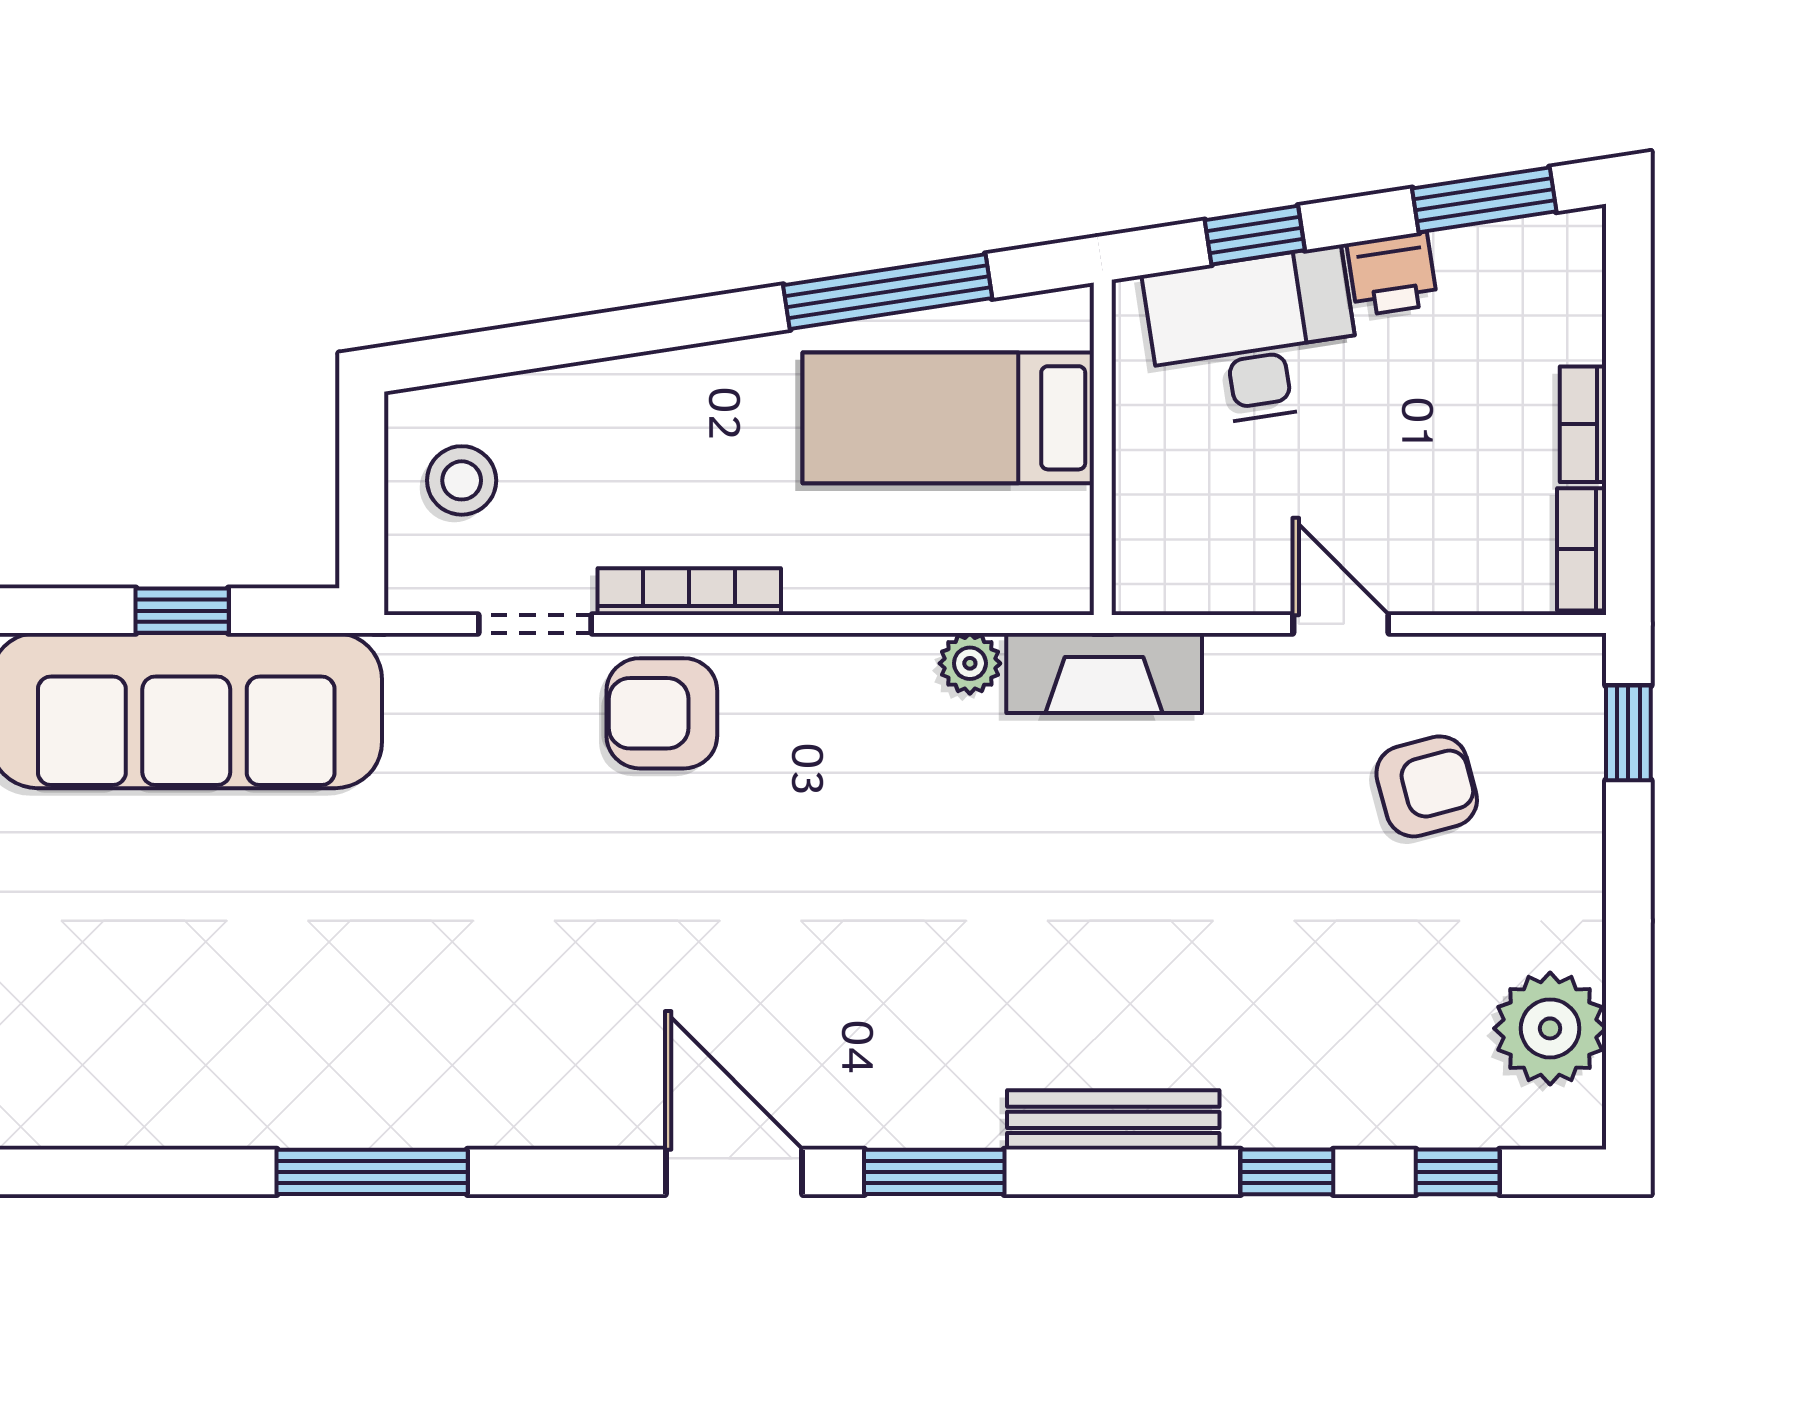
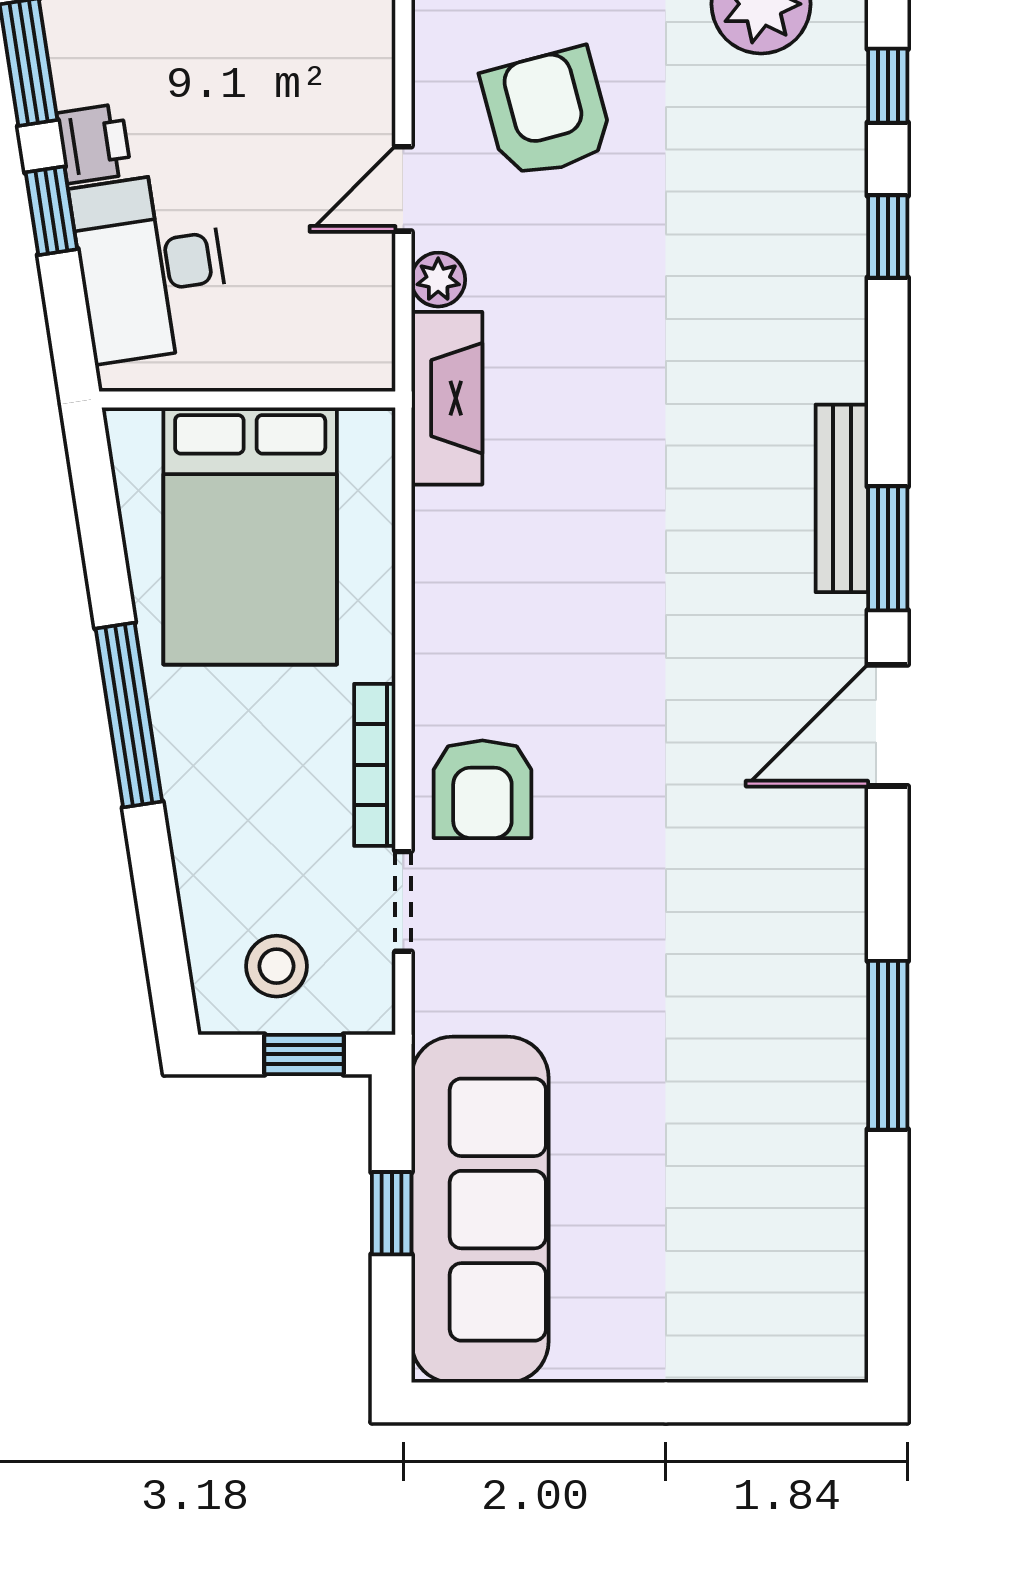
window: (1255, 235) -> (51, 211), moved
window: (888, 292) -> (129, 715), moved
bed: (948, 418) -> (250, 536), width x1.50
window: (362, 512) -> (304, 1054), added
plant: (970, 663) -> (438, 280), moved
armchair: (1427, 786) -> (547, 113), width x1.38, depth x1.38
bench: (1113, 1120) -> (842, 498), moved

